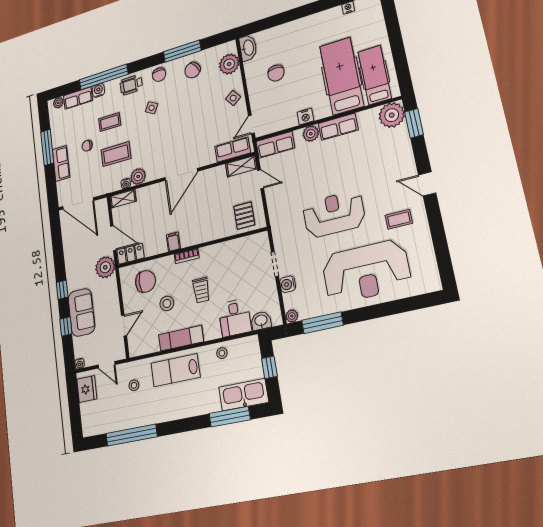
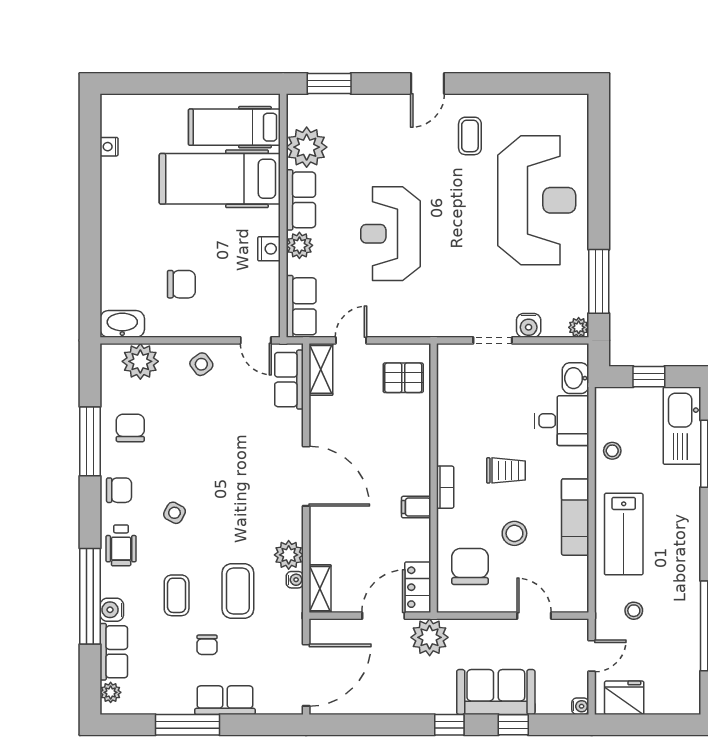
chair: (193, 70) -> (130, 428), turned -143
plant: (392, 115) -> (307, 147), moved
reception desk: (334, 214) -> (390, 234), moved

